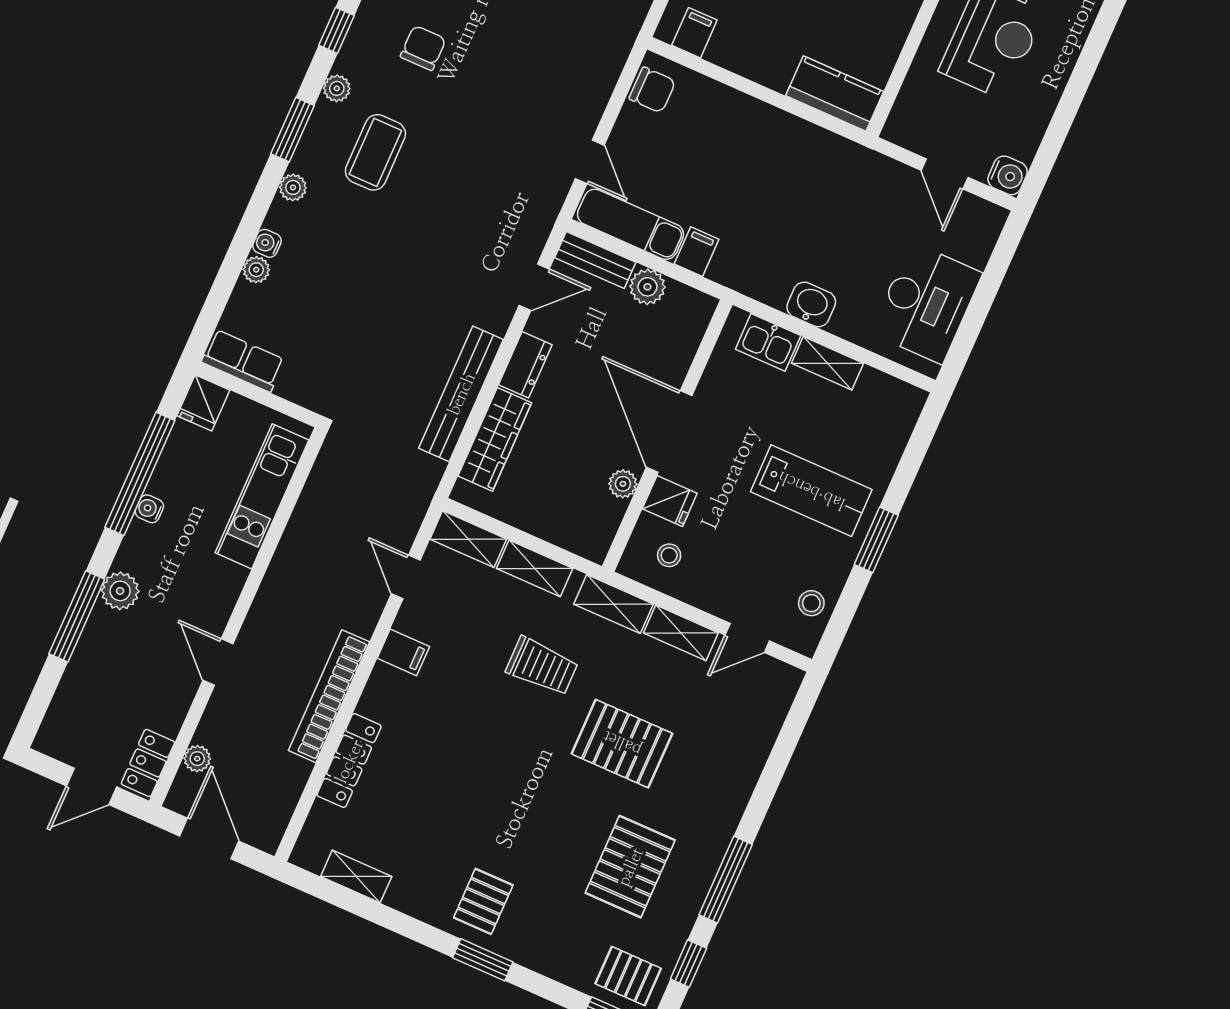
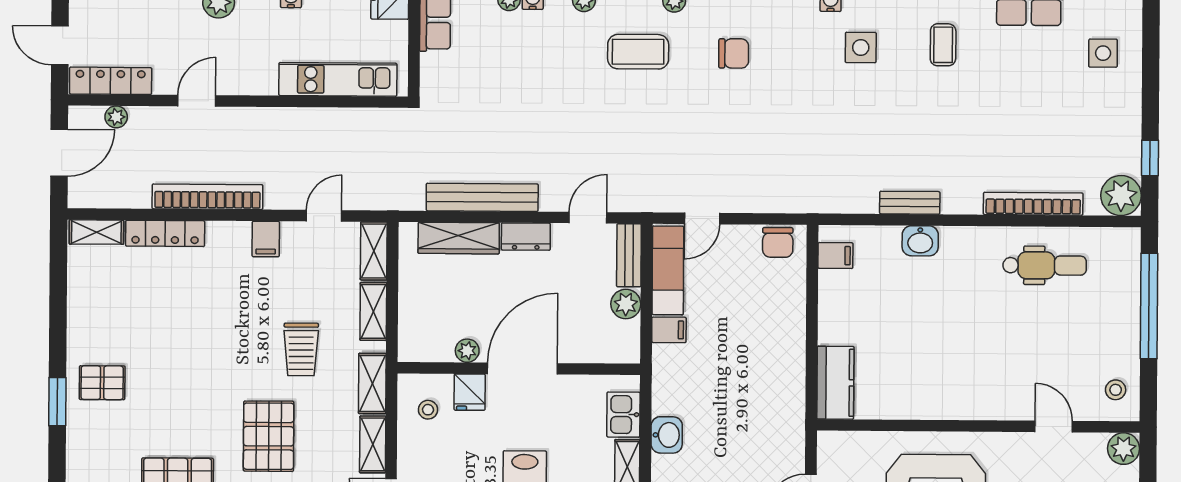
door: (534, 287) -> (588, 218), swing flipped
locker: (148, 763) -> (111, 81), width x1.53
shelving: (356, 876) -> (96, 232), moved, turned 90

